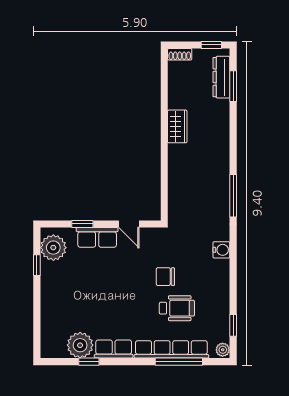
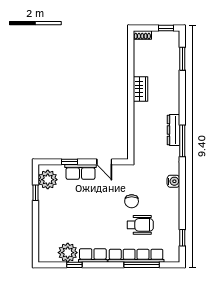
dresser: (221, 77) -> (173, 130), moved
chair: (165, 277) -> (132, 201), turned -90
plant: (223, 350) -> (174, 256), removed

